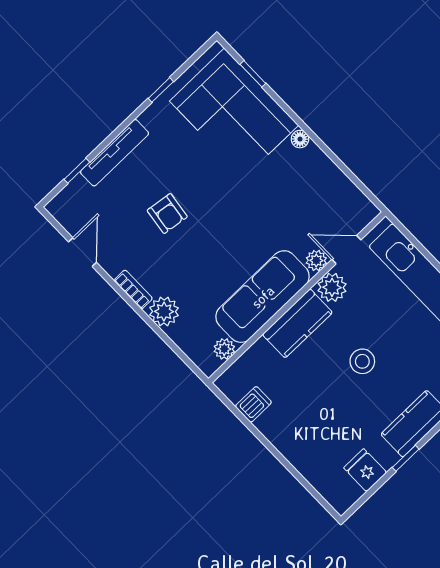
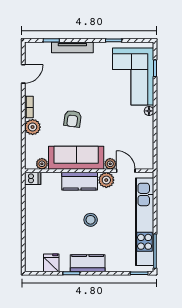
armchair: (167, 214) -> (73, 119), moved
dishwasher: (253, 404) -> (33, 178), moved

